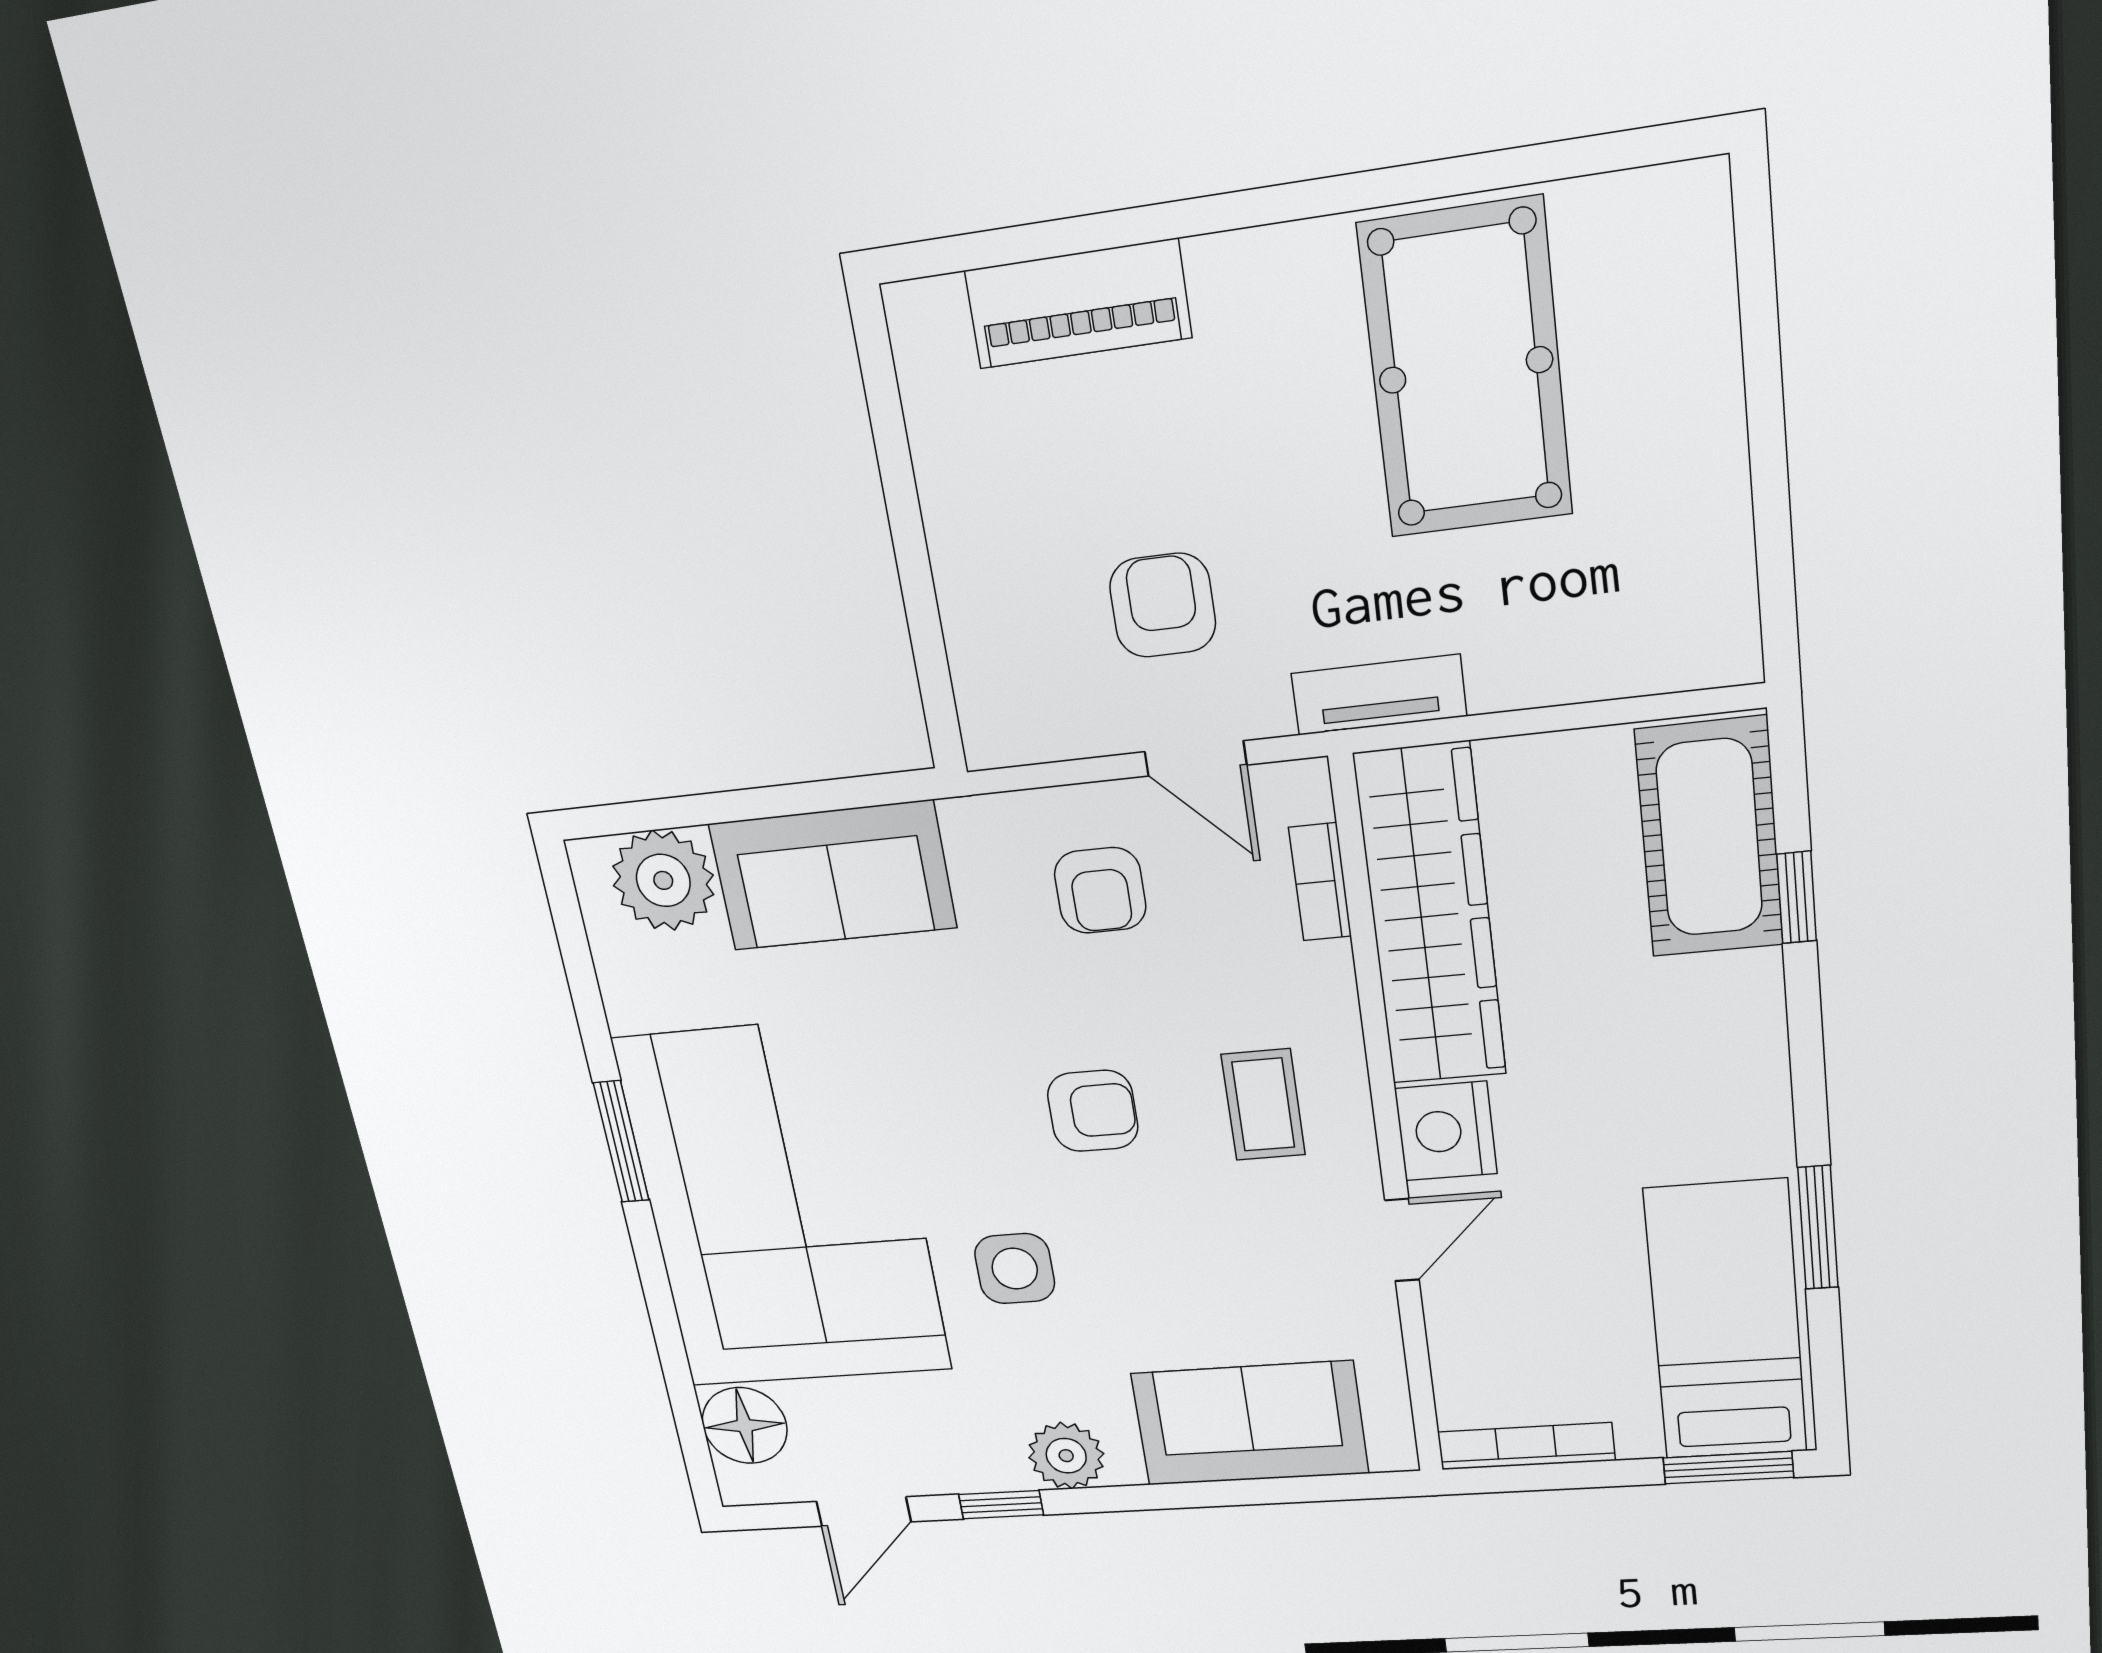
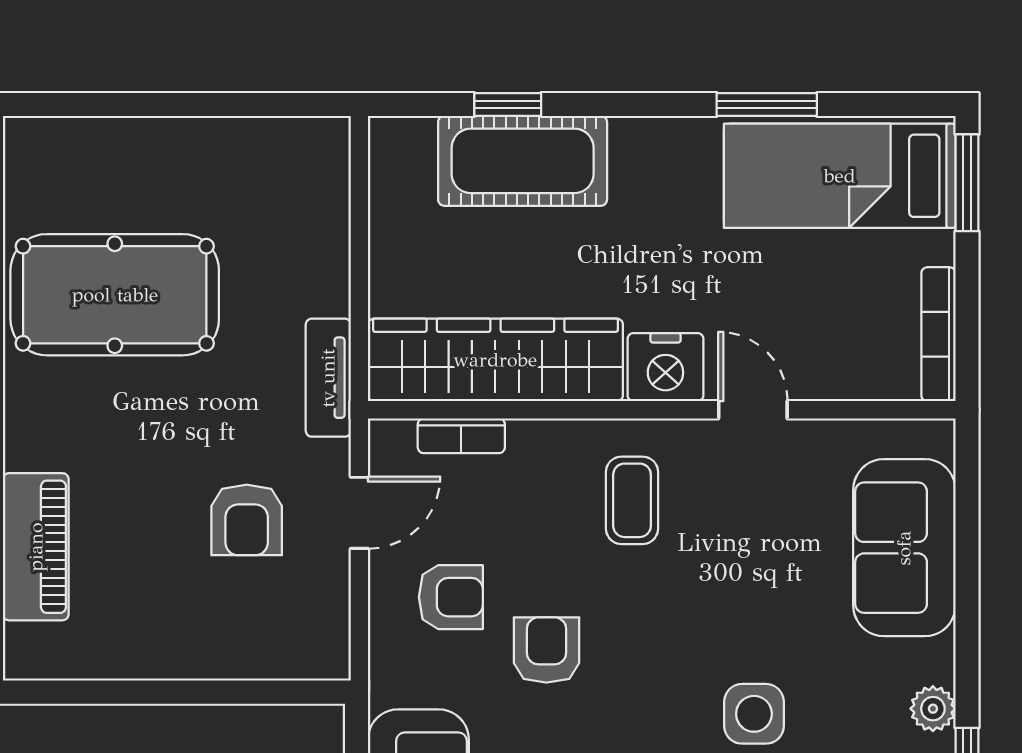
armchair: (1163, 605) -> (247, 520), turned -90
cot: (1709, 838) -> (523, 161), moved
coffee table: (1263, 1105) -> (632, 500), turned 90
armchair: (1093, 1111) -> (546, 650), moved
plant: (1066, 1456) -> (933, 709), width x0.73, depth x0.73

